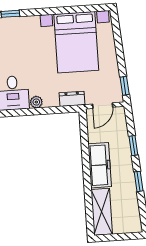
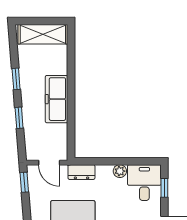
door: (103, 106) -> (49, 163), swing flipped
shelving: (102, 212) -> (43, 34), moved, turned 90

